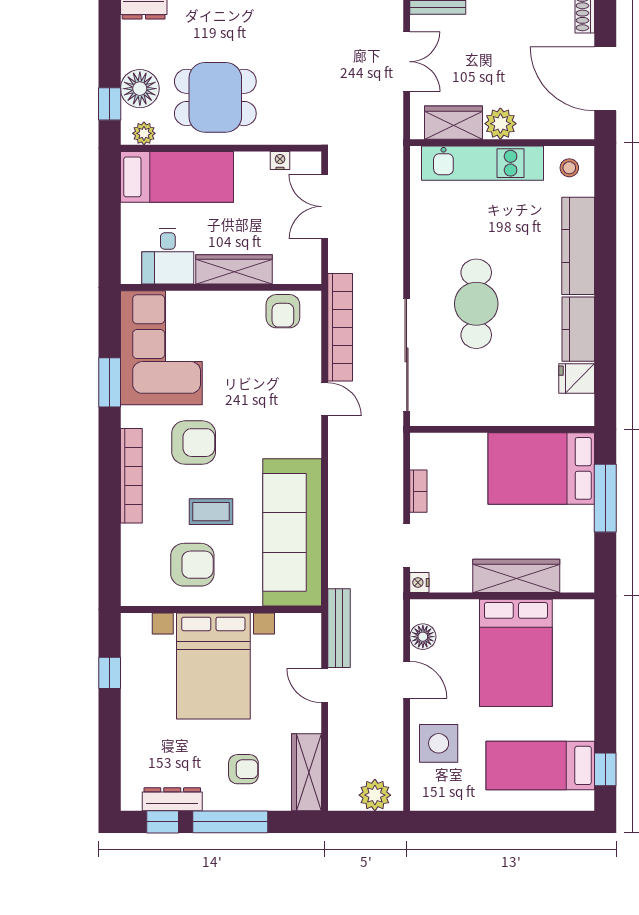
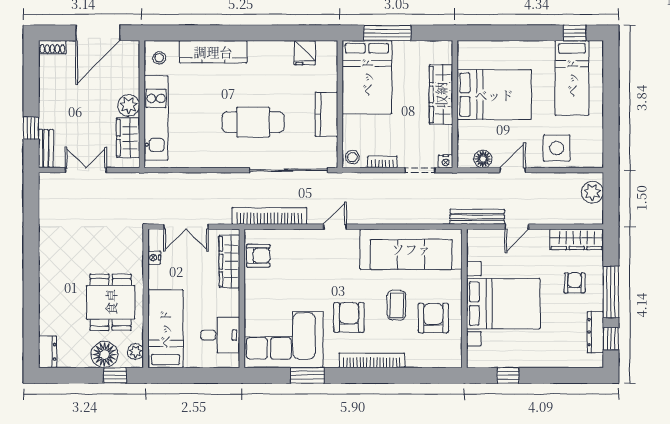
wardrobe: (234, 269) -> (229, 261), moved
kitchen counter: (578, 329) -> (326, 114), moved, turned 90
door: (325, 399) -> (335, 227), moved
stool: (425, 447) -> (352, 157), added

